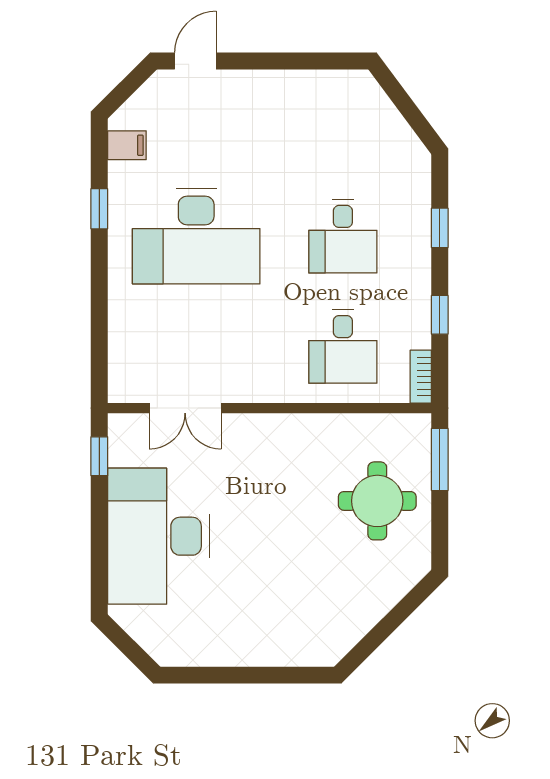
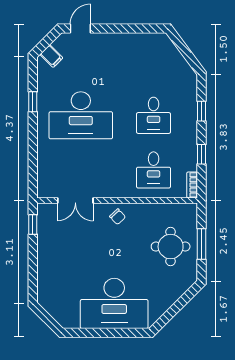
filing cabinet: (127, 145) -> (51, 56), moved, turned 45
chair: (270, 441) -> (118, 217), added
window: (440, 459) -> (202, 244), moved
desk: (159, 536) -> (114, 303), moved, turned -90

